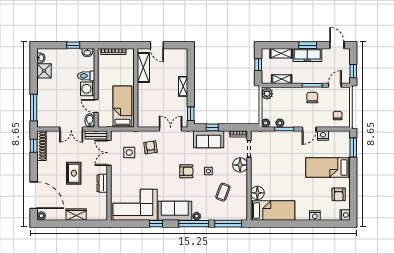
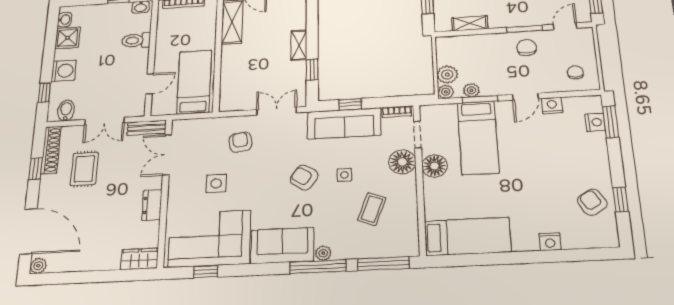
washing machine: (88, 89) -> (64, 71), moved, turned 180
plant: (267, 94) -> (447, 74), moved
door: (96, 106) -> (150, 84), swing flipped
window: (34, 108) -> (44, 93), width x0.46
window: (191, 114) -> (312, 70), moved
bidet: (90, 120) -> (66, 110), moved
sofa: (209, 139) -> (344, 123), width x1.36
window: (34, 146) -> (36, 169), moved
side table: (129, 152) -> (216, 183), moved
bed: (328, 168) -> (478, 138), moved, turned -90
armchair: (186, 171) -> (304, 177), turned -147
rug: (74, 173) -> (84, 169), moved
floor lamp: (257, 193) -> (435, 166), moved
armchair: (339, 194) -> (592, 202), turned 149
window: (353, 194) -> (621, 200), added
wardrobe: (76, 215) -> (139, 259), moved
nightstand: (345, 215) -> (595, 122), moved
window: (156, 224) -> (206, 272), moved

